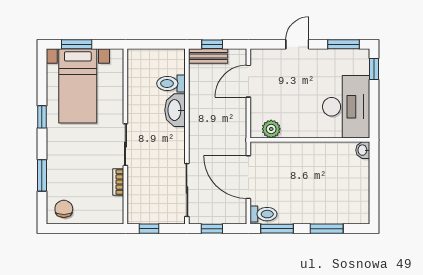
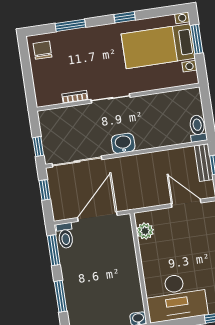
toilet: (171, 84) -> (198, 128), moved
washbasin: (175, 110) -> (123, 143), moved, width x0.72
chair: (64, 209) -> (42, 50), turned -90
window: (149, 229) -> (38, 146), moved

